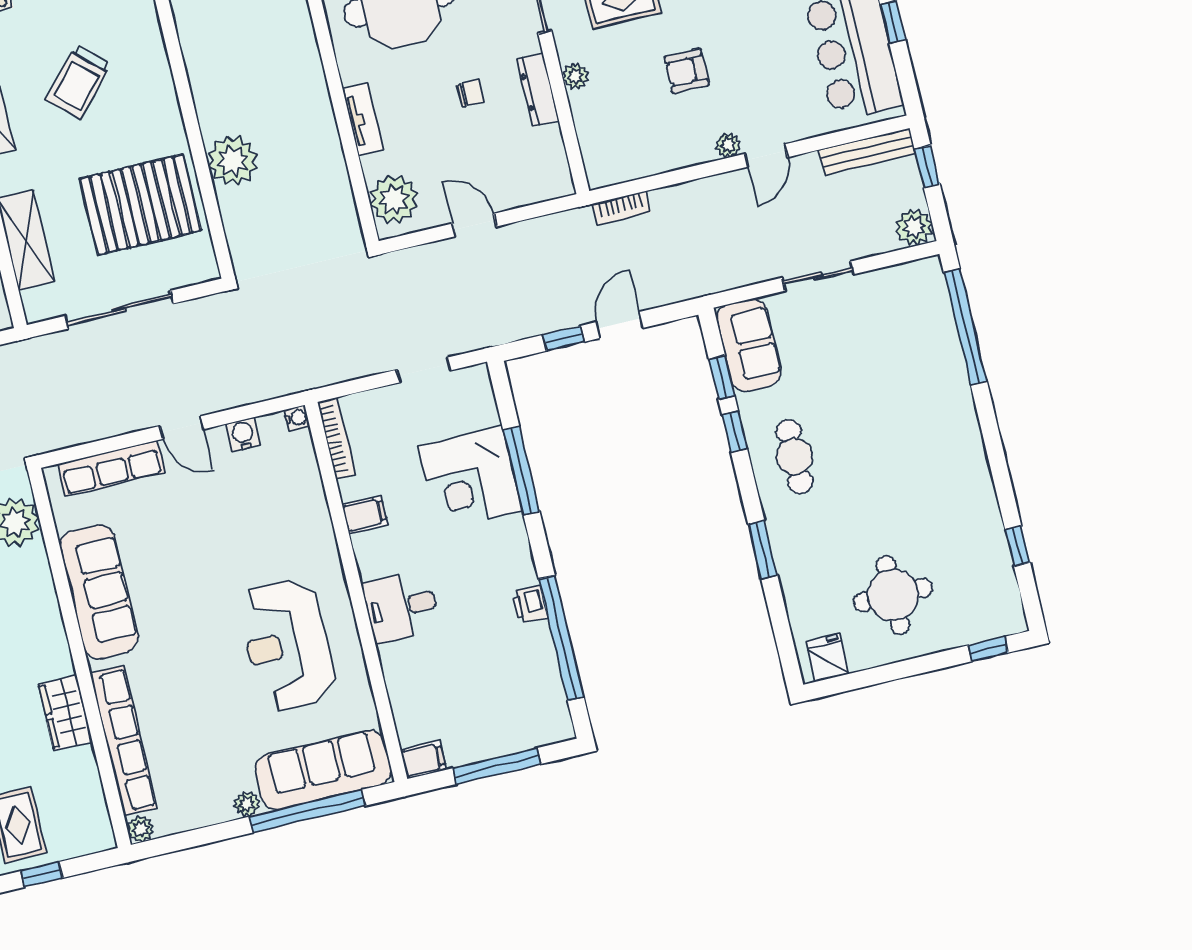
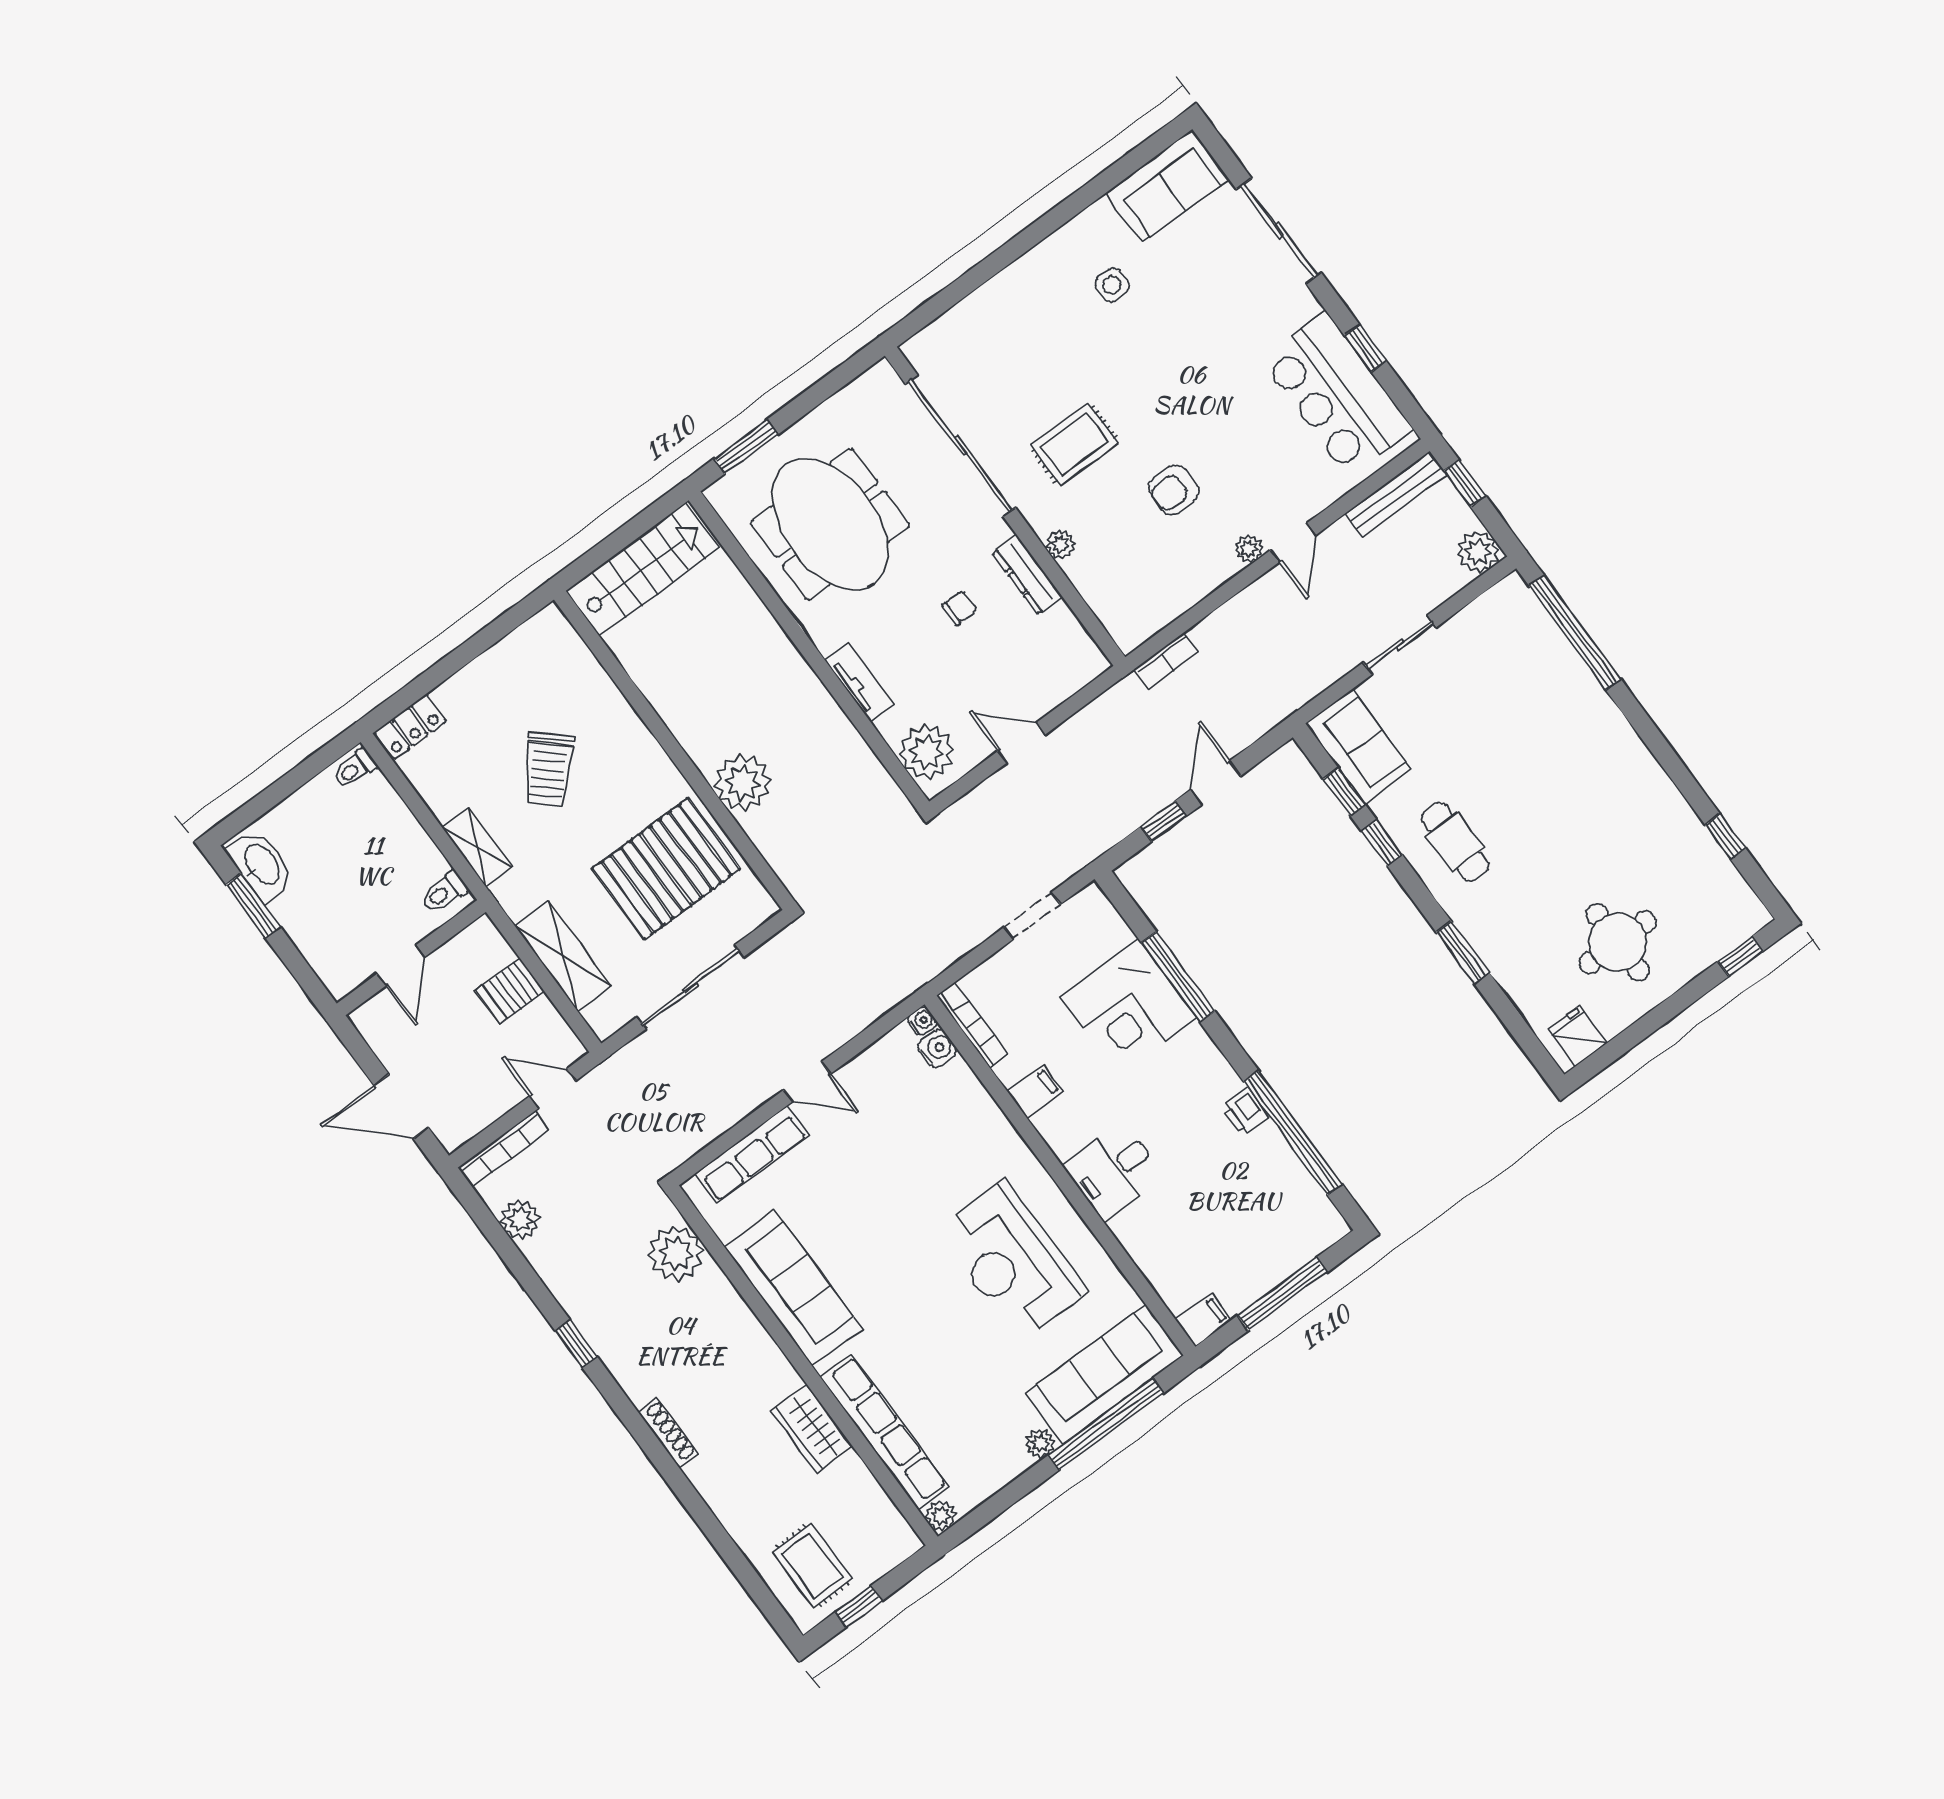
water cooler: (243, 434) -> (937, 1049), moved, turned 90

